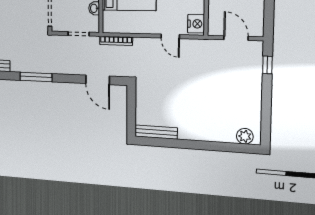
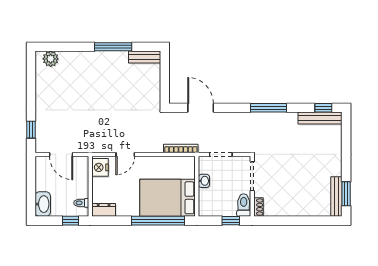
door: (170, 36) -> (125, 154), swing flipped
bench: (156, 132) -> (145, 57), width x0.73
window: (181, 144) -> (113, 47), added

